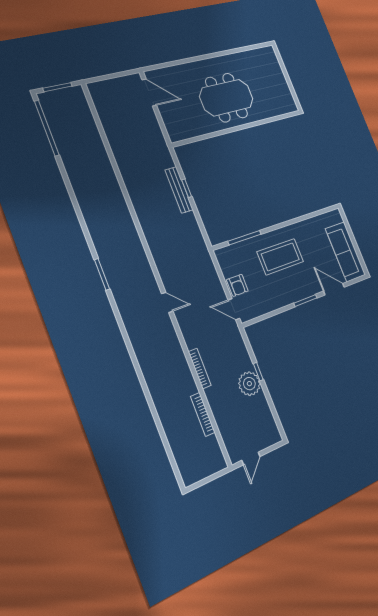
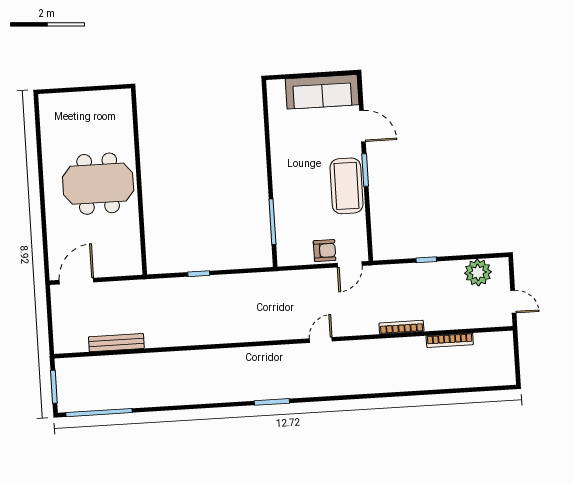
meeting table: (227, 98) -> (98, 184), turned 90
bench: (179, 190) -> (116, 343), moved
coffee table: (280, 257) -> (346, 186), moved
door: (334, 289) -> (362, 126), swing flipped
plant: (249, 384) -> (478, 272), moved

